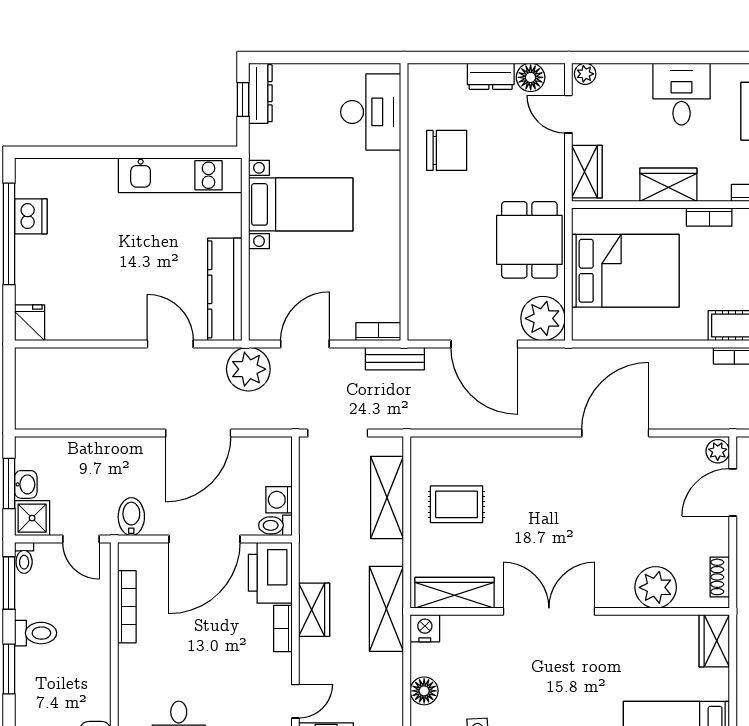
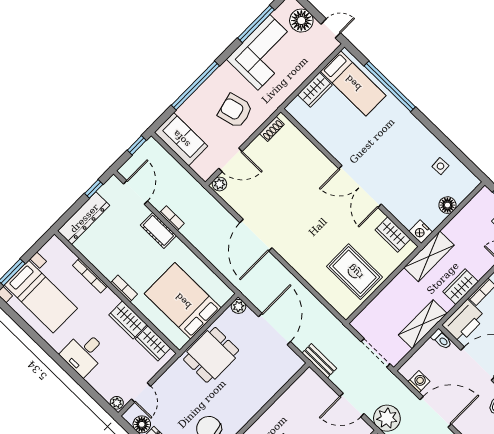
wardrobe: (587, 172) -> (153, 343), moved, turned -90
plant: (543, 318) -> (238, 306), width x0.53, depth x0.53
bookcase: (378, 332) -> (315, 379), removed
door: (615, 433) -> (256, 235), hinge flipped
shelving: (387, 497) -> (423, 324), moved
washing machine: (279, 500) -> (419, 381), moved, turned -90
rug: (456, 504) -> (355, 272), width x1.36, depth x1.43
plant: (656, 587) -> (304, 152), removed
wardrobe: (455, 593) -> (393, 234), width x0.67
wardrobe: (714, 641) -> (315, 90), moved

